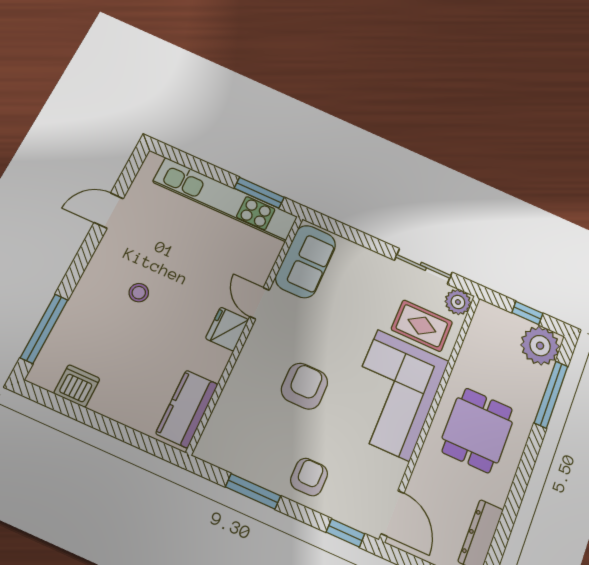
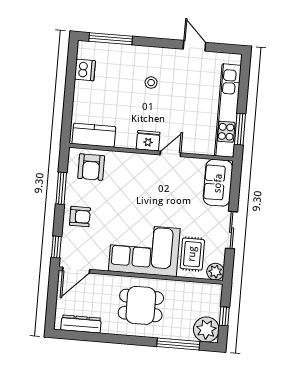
sofa: (306, 261) -> (218, 183), moved, turned 90
sliding door: (423, 266) -> (232, 230), moved
armchair: (304, 386) -> (91, 167), moved, turned 90

